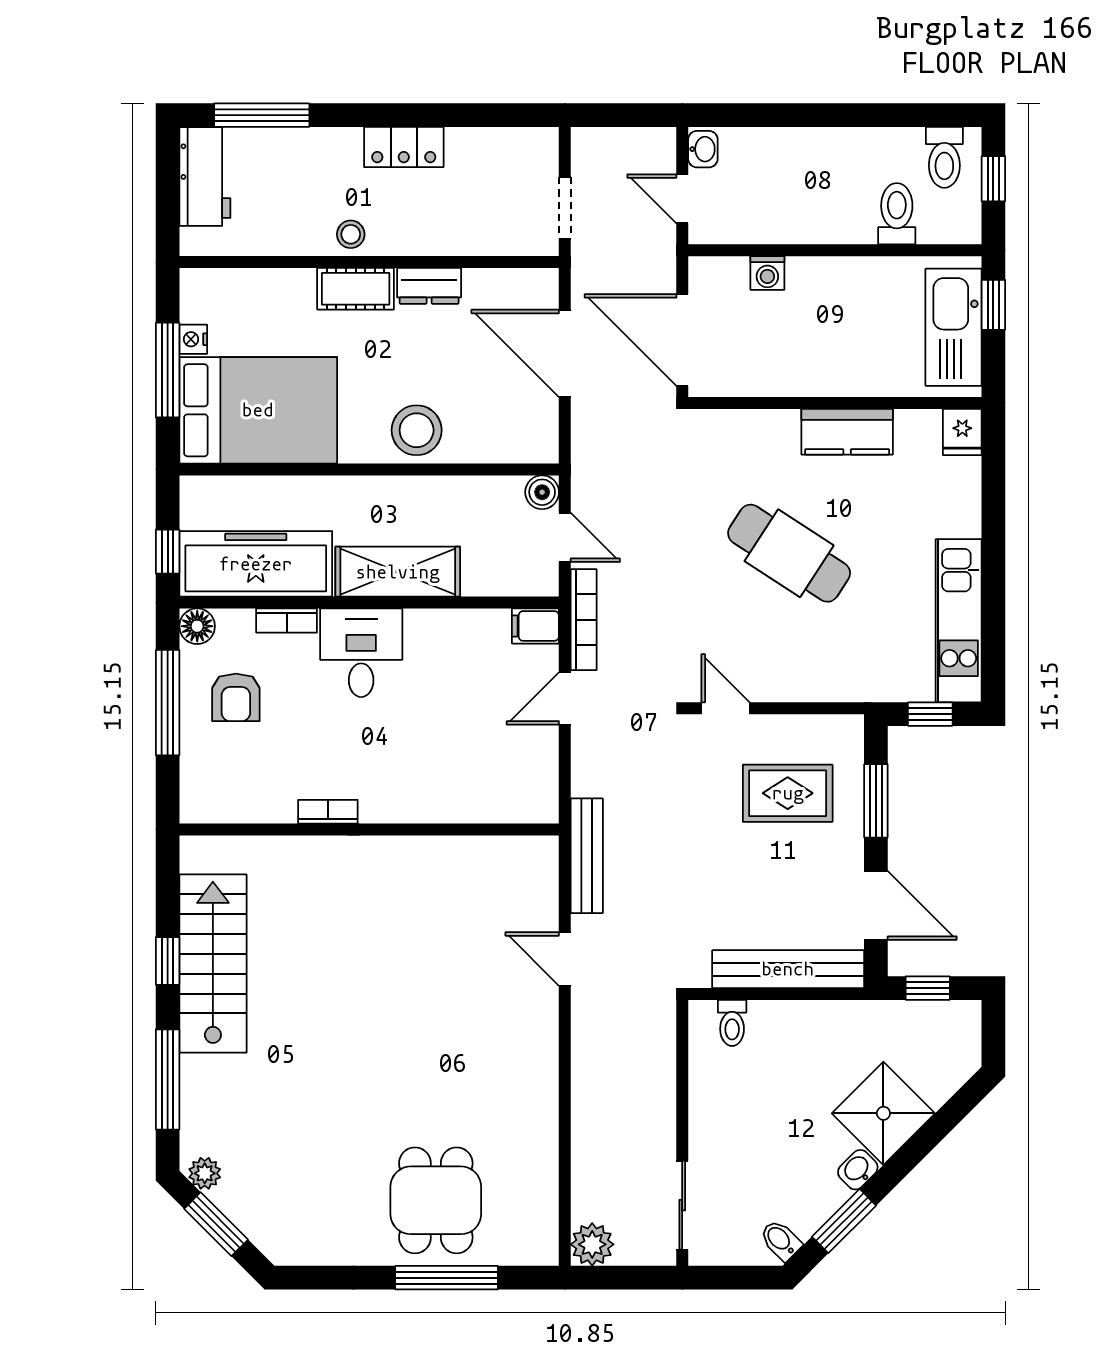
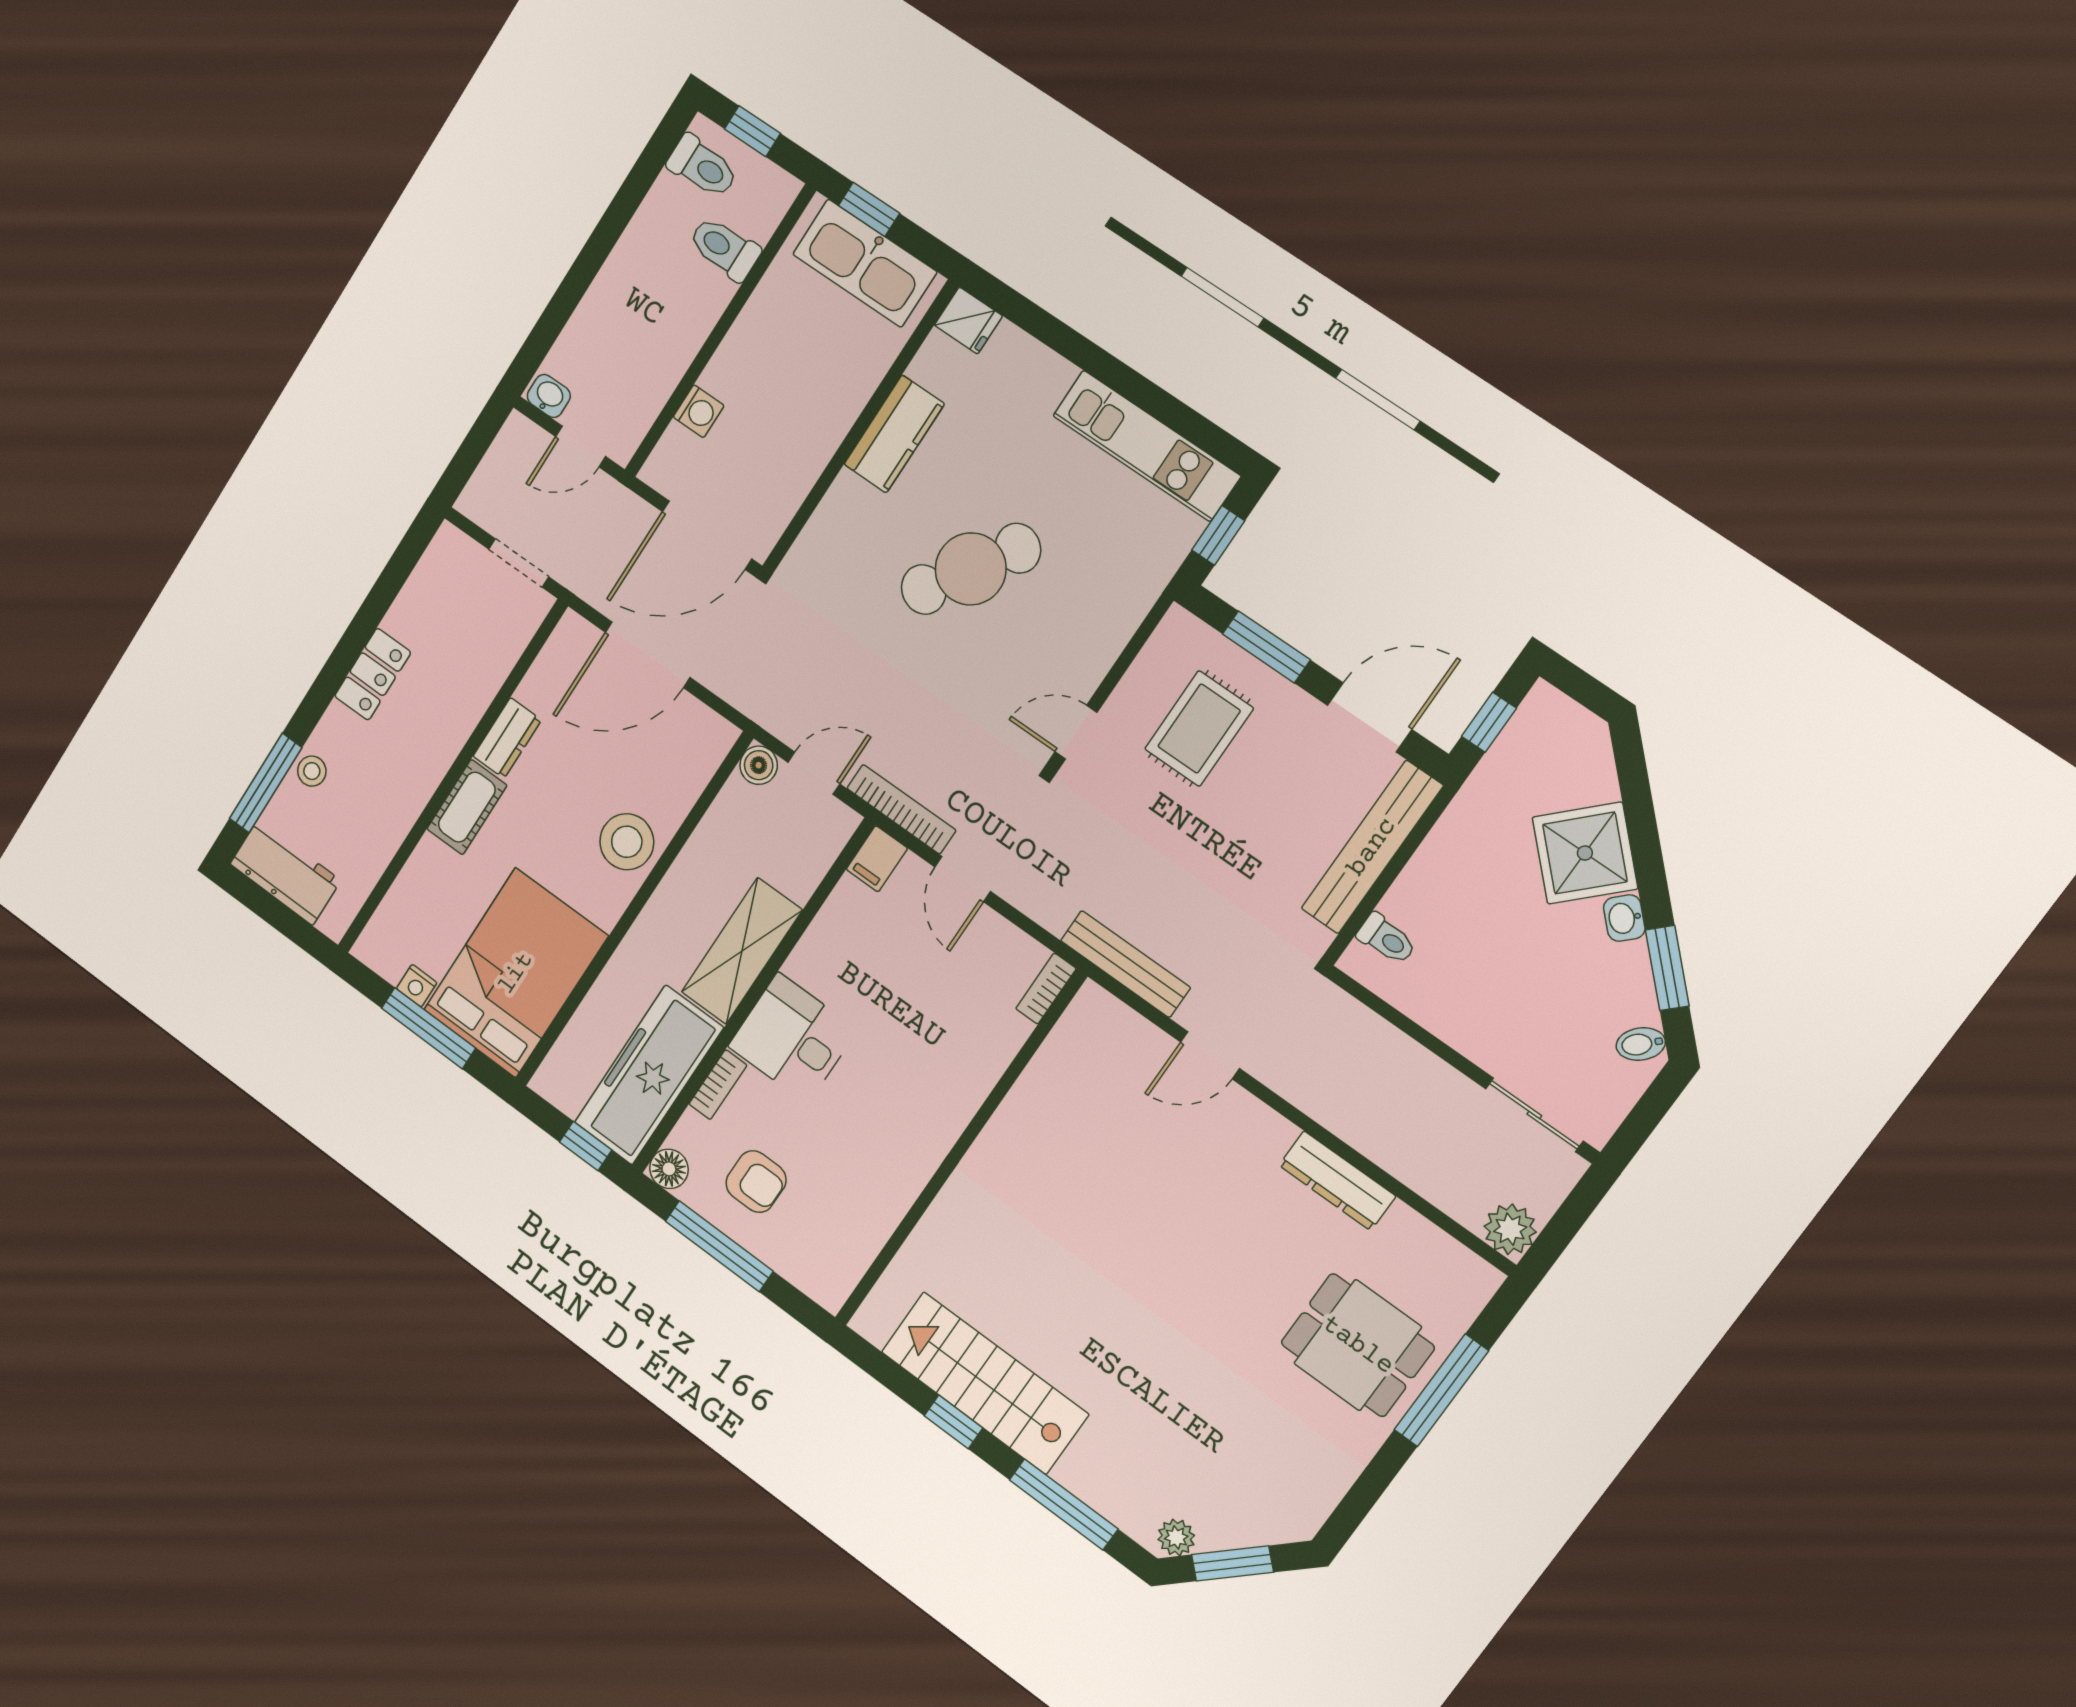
stool: (351, 234) -> (312, 771), moved
bookcase: (328, 812) -> (1046, 989), moved
dresser: (541, 1107) -> (1337, 1181), added

